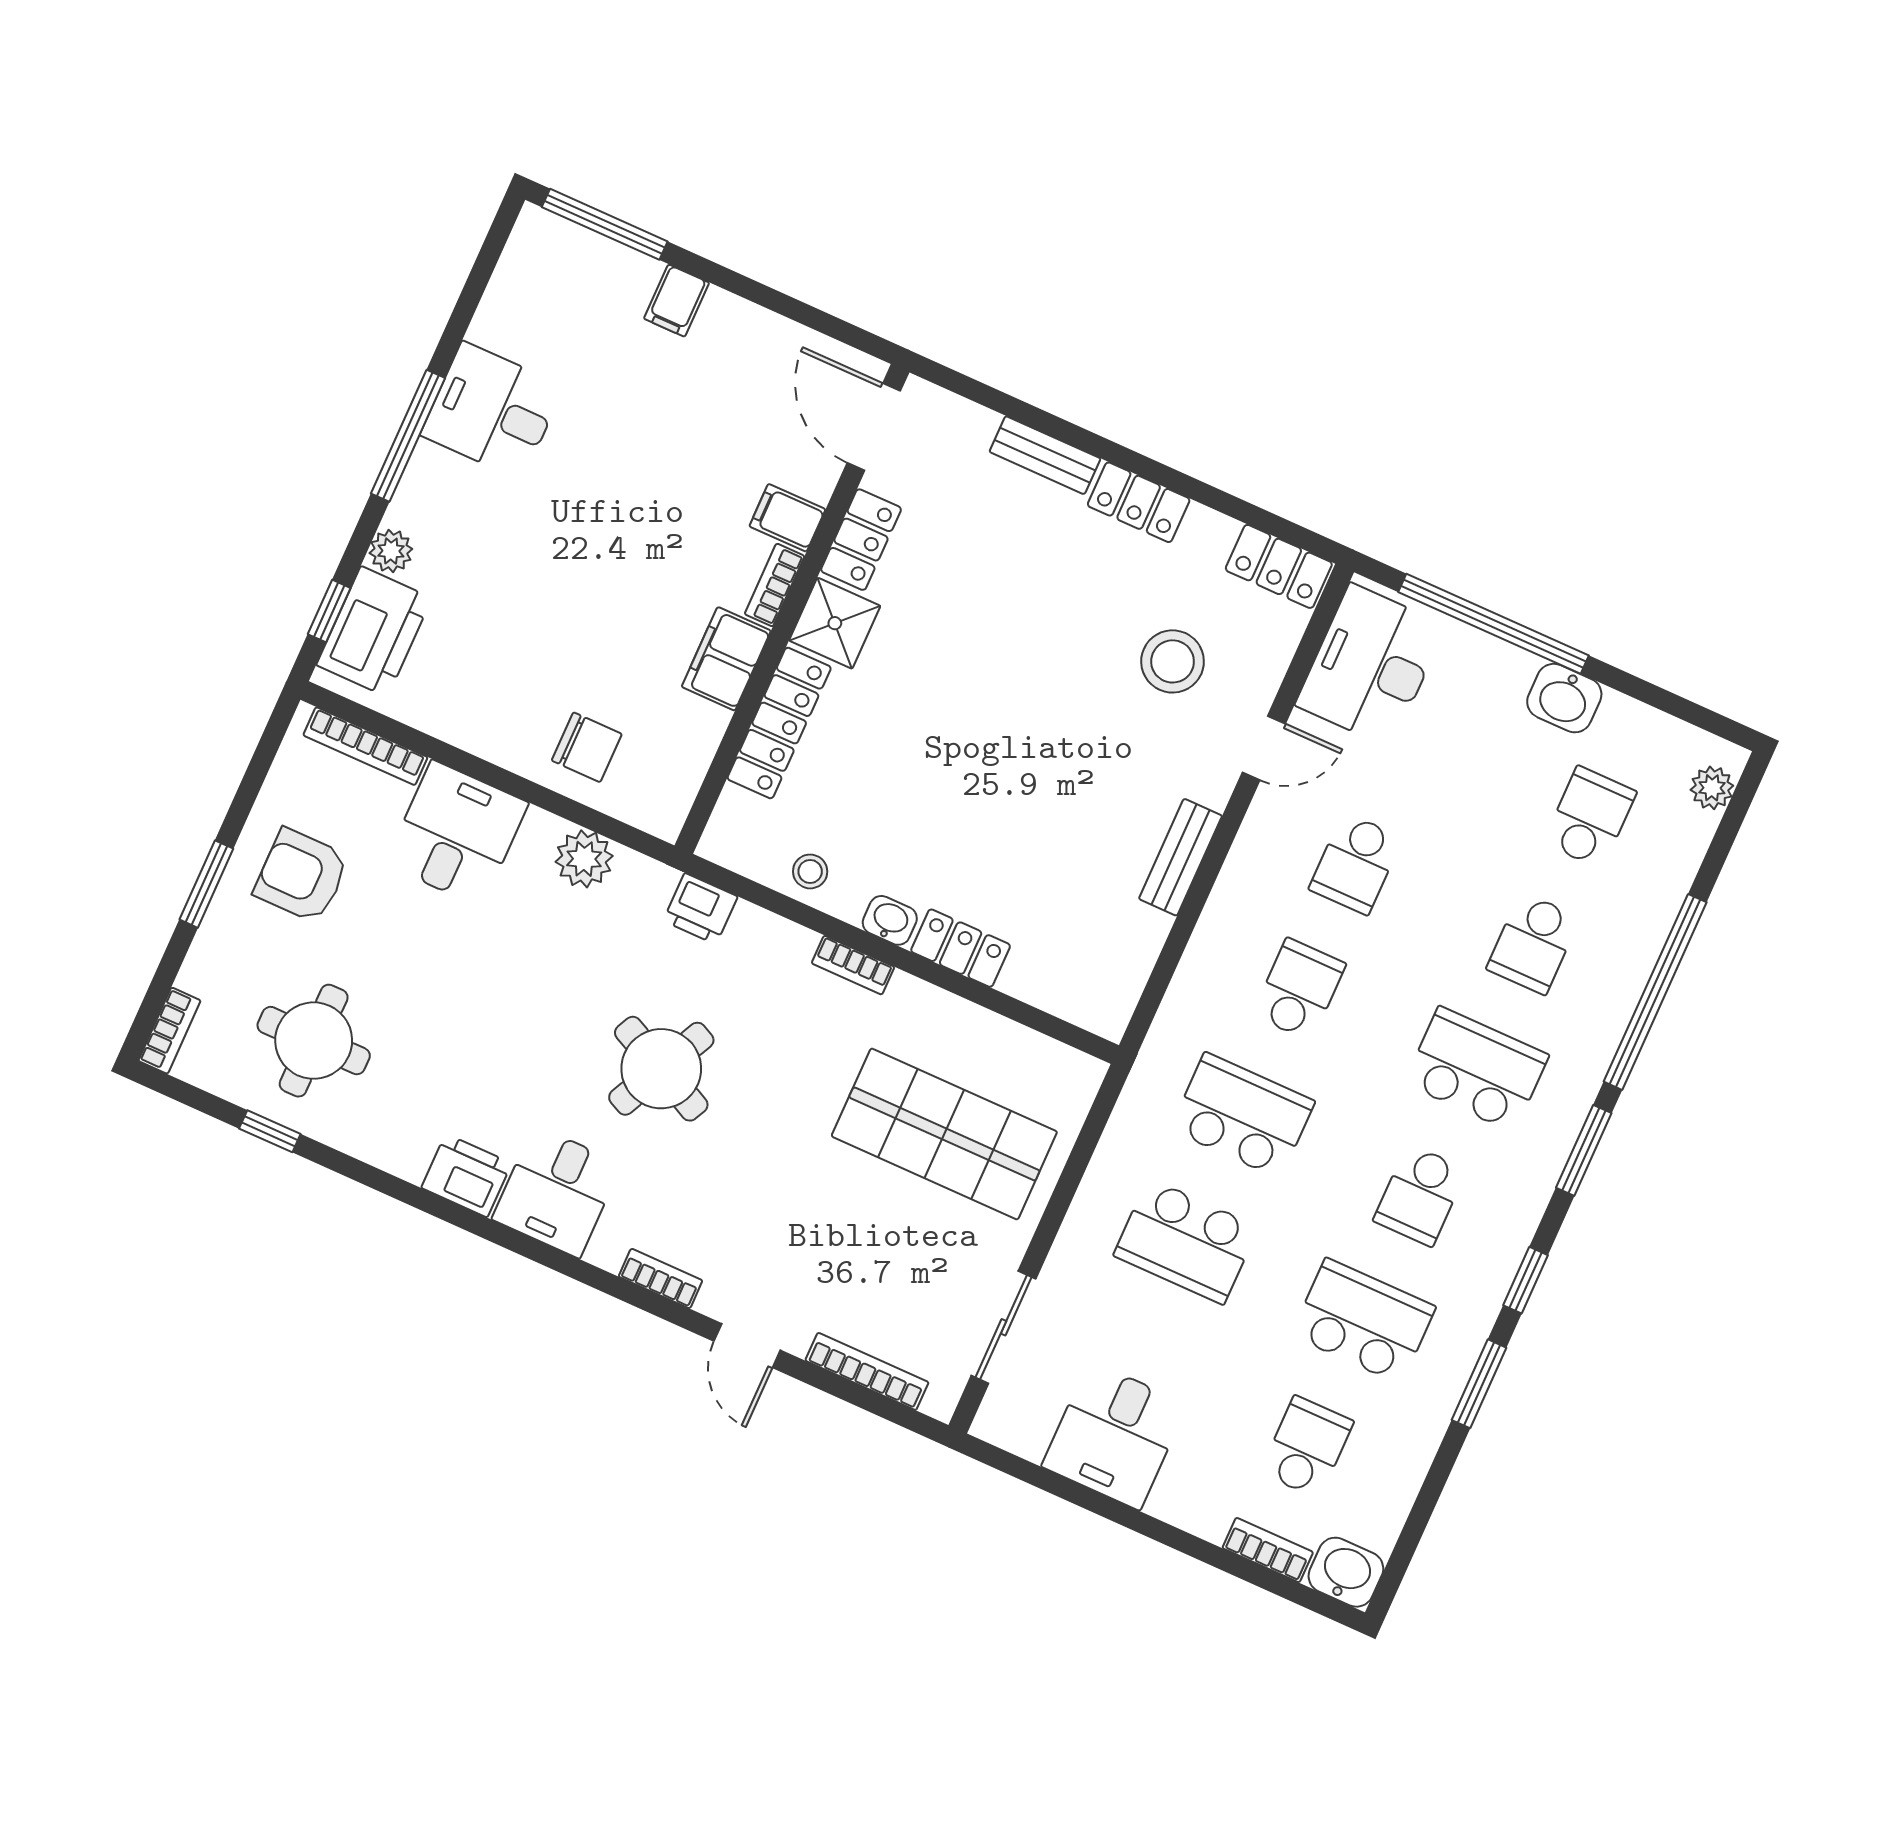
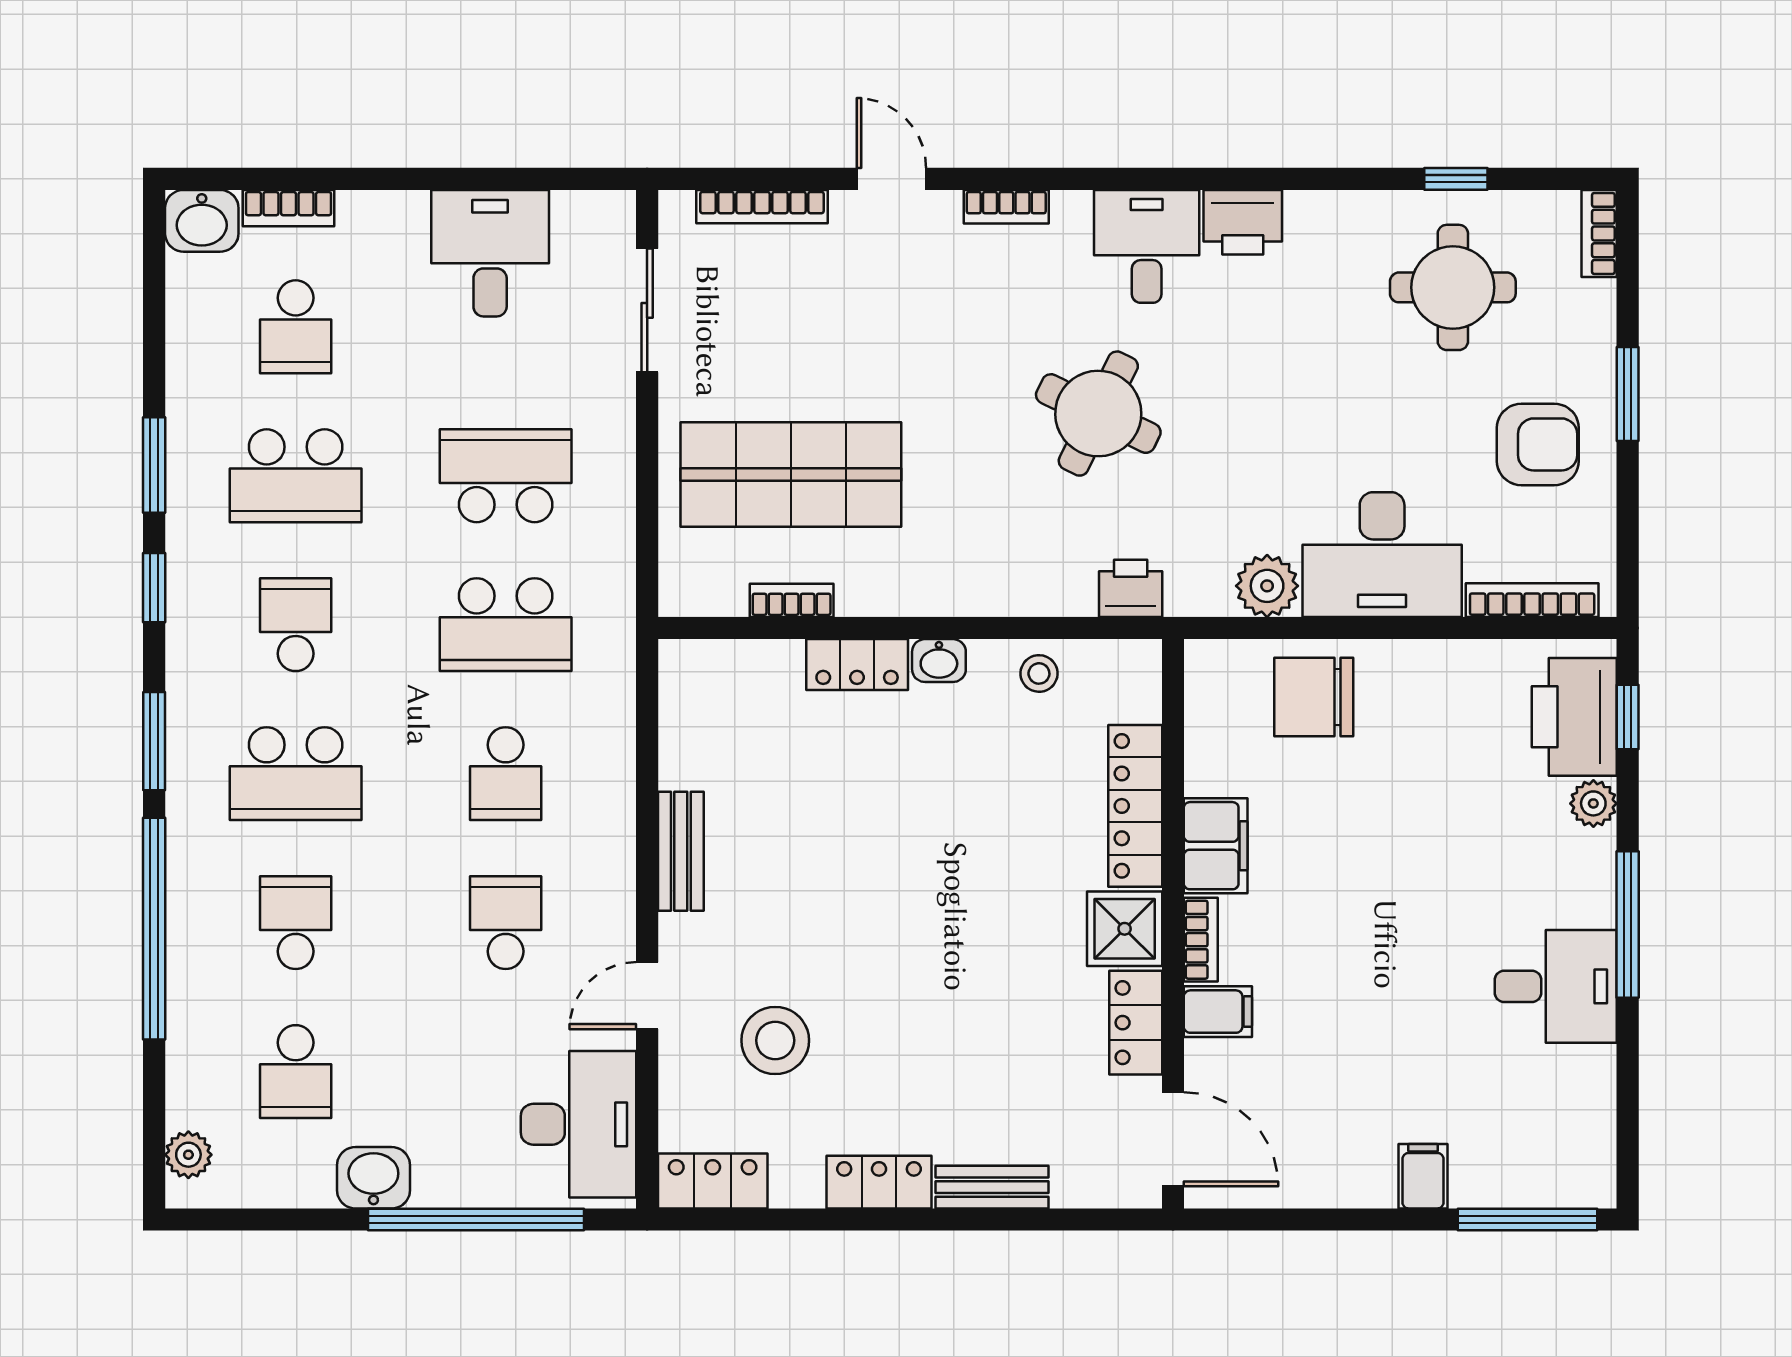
chair: (587, 747) -> (1314, 697), width x1.37, depth x1.37
desk: (457, 833) -> (1382, 555), width x1.37
bookcase: (853, 965) -> (792, 600), moved

